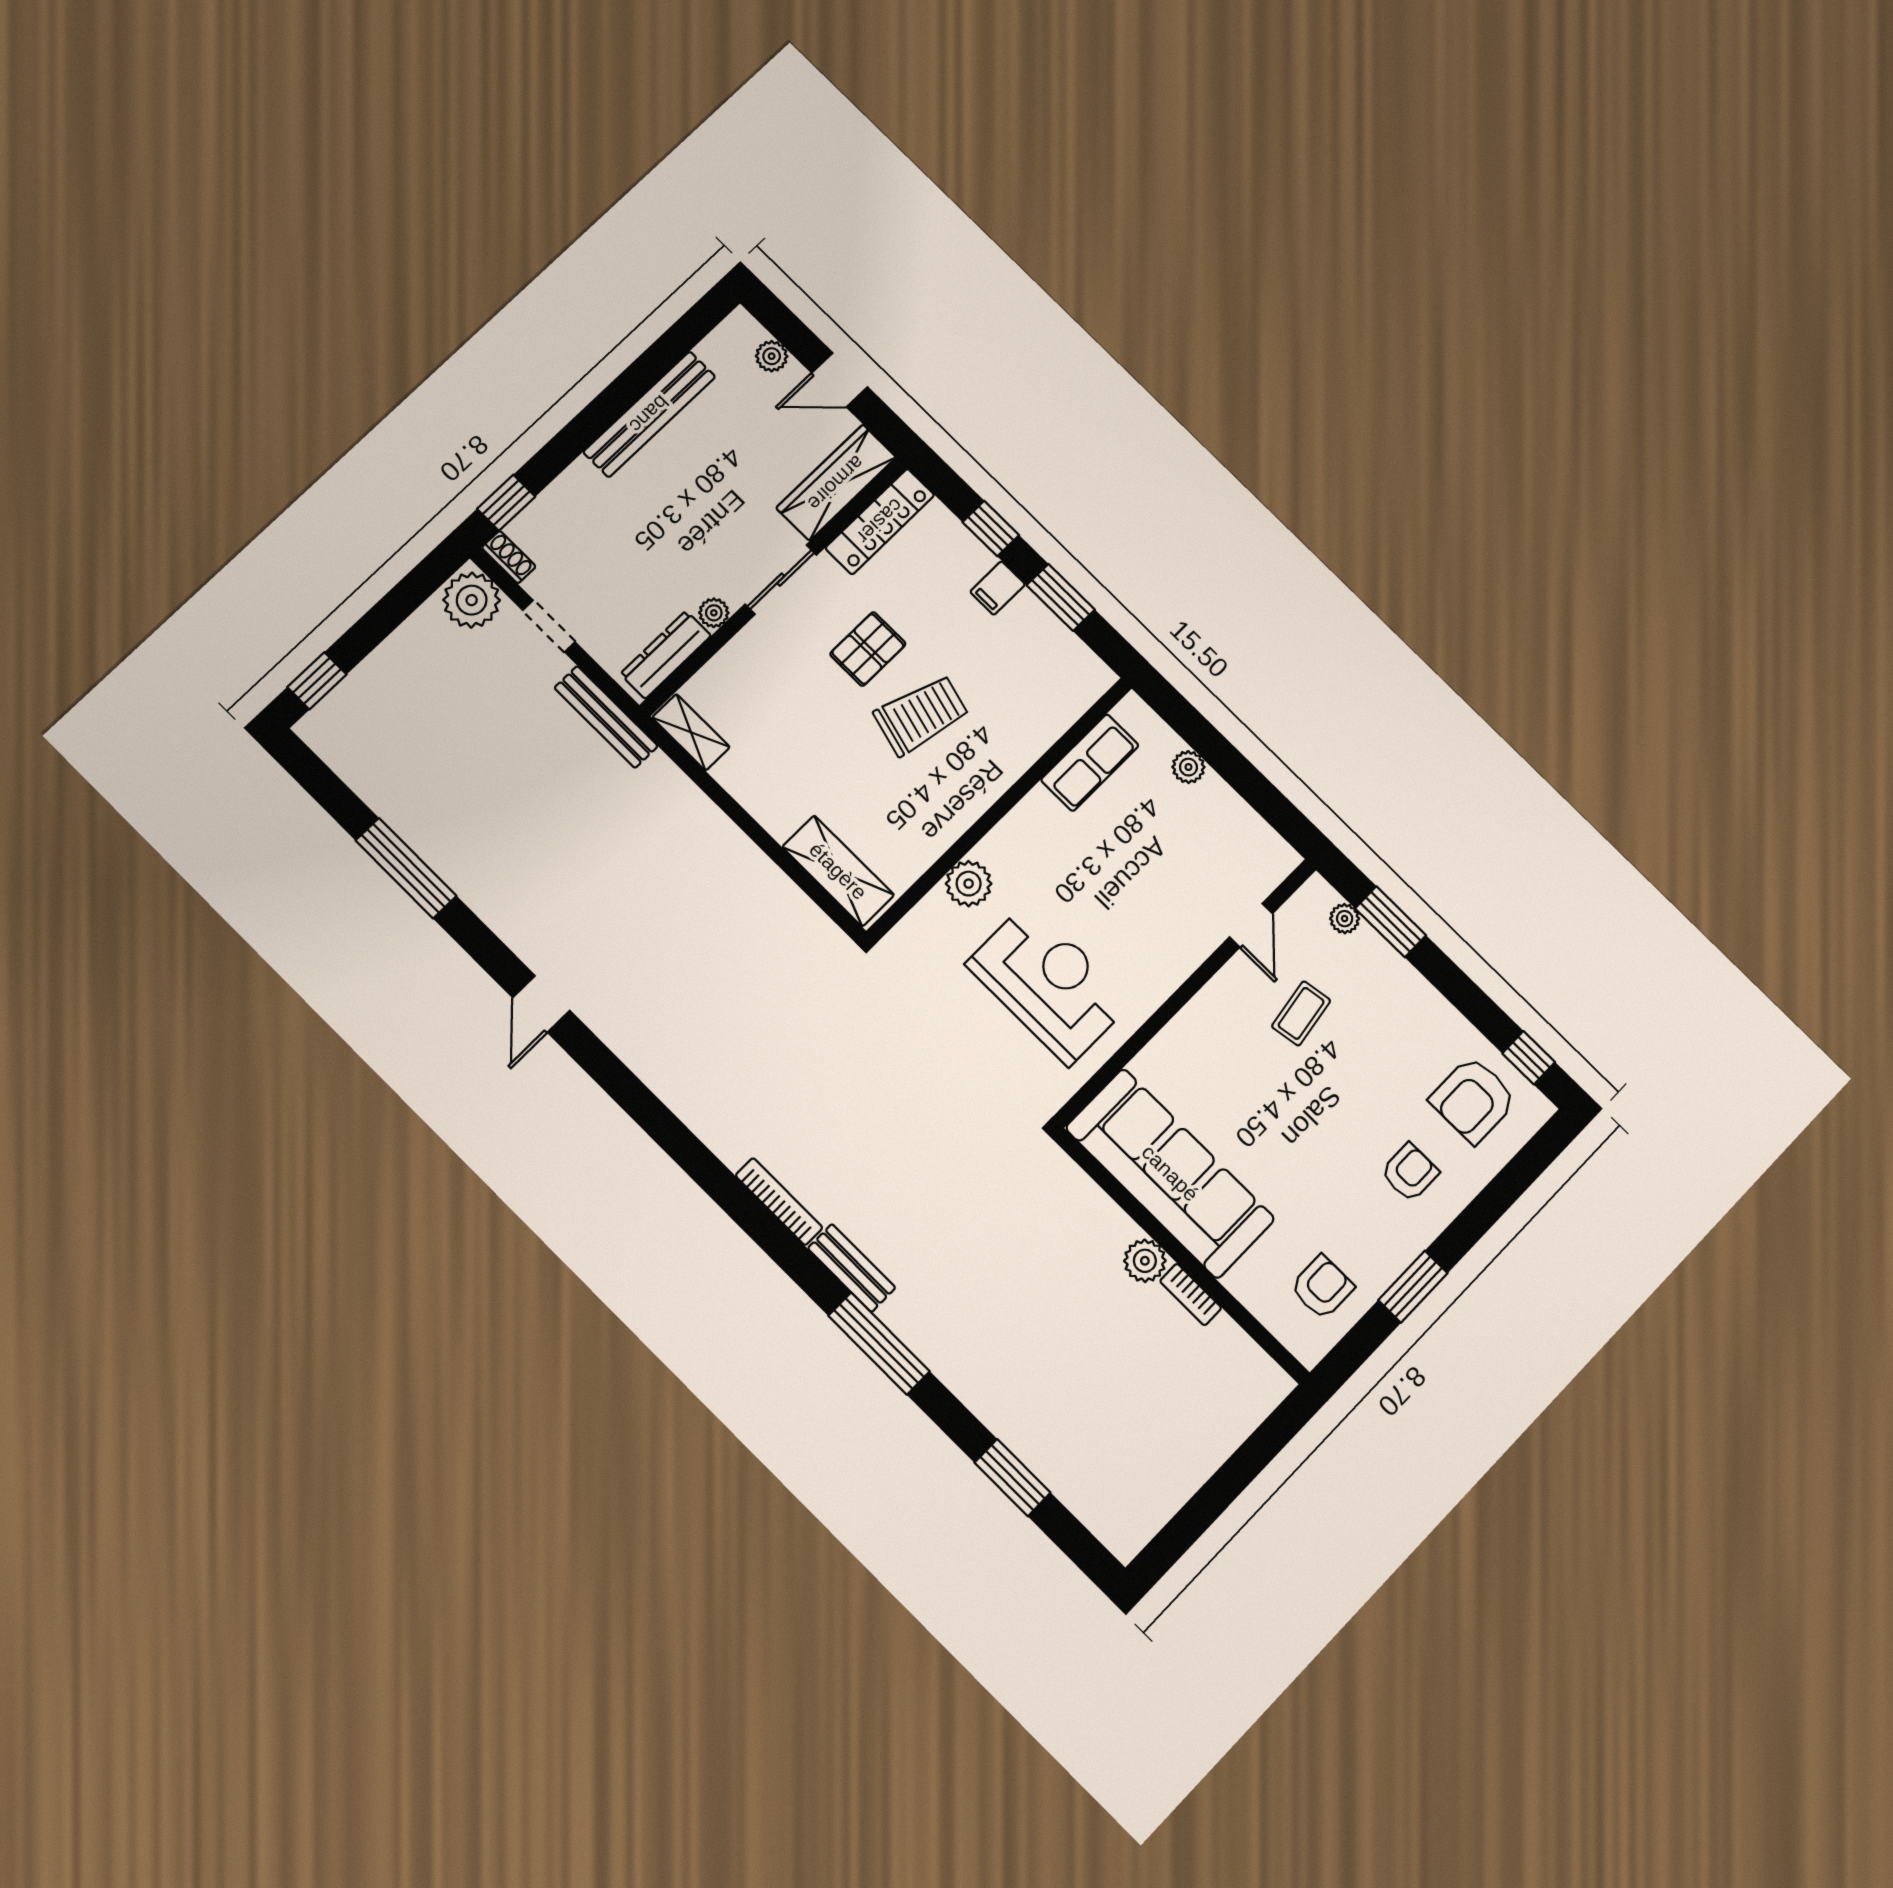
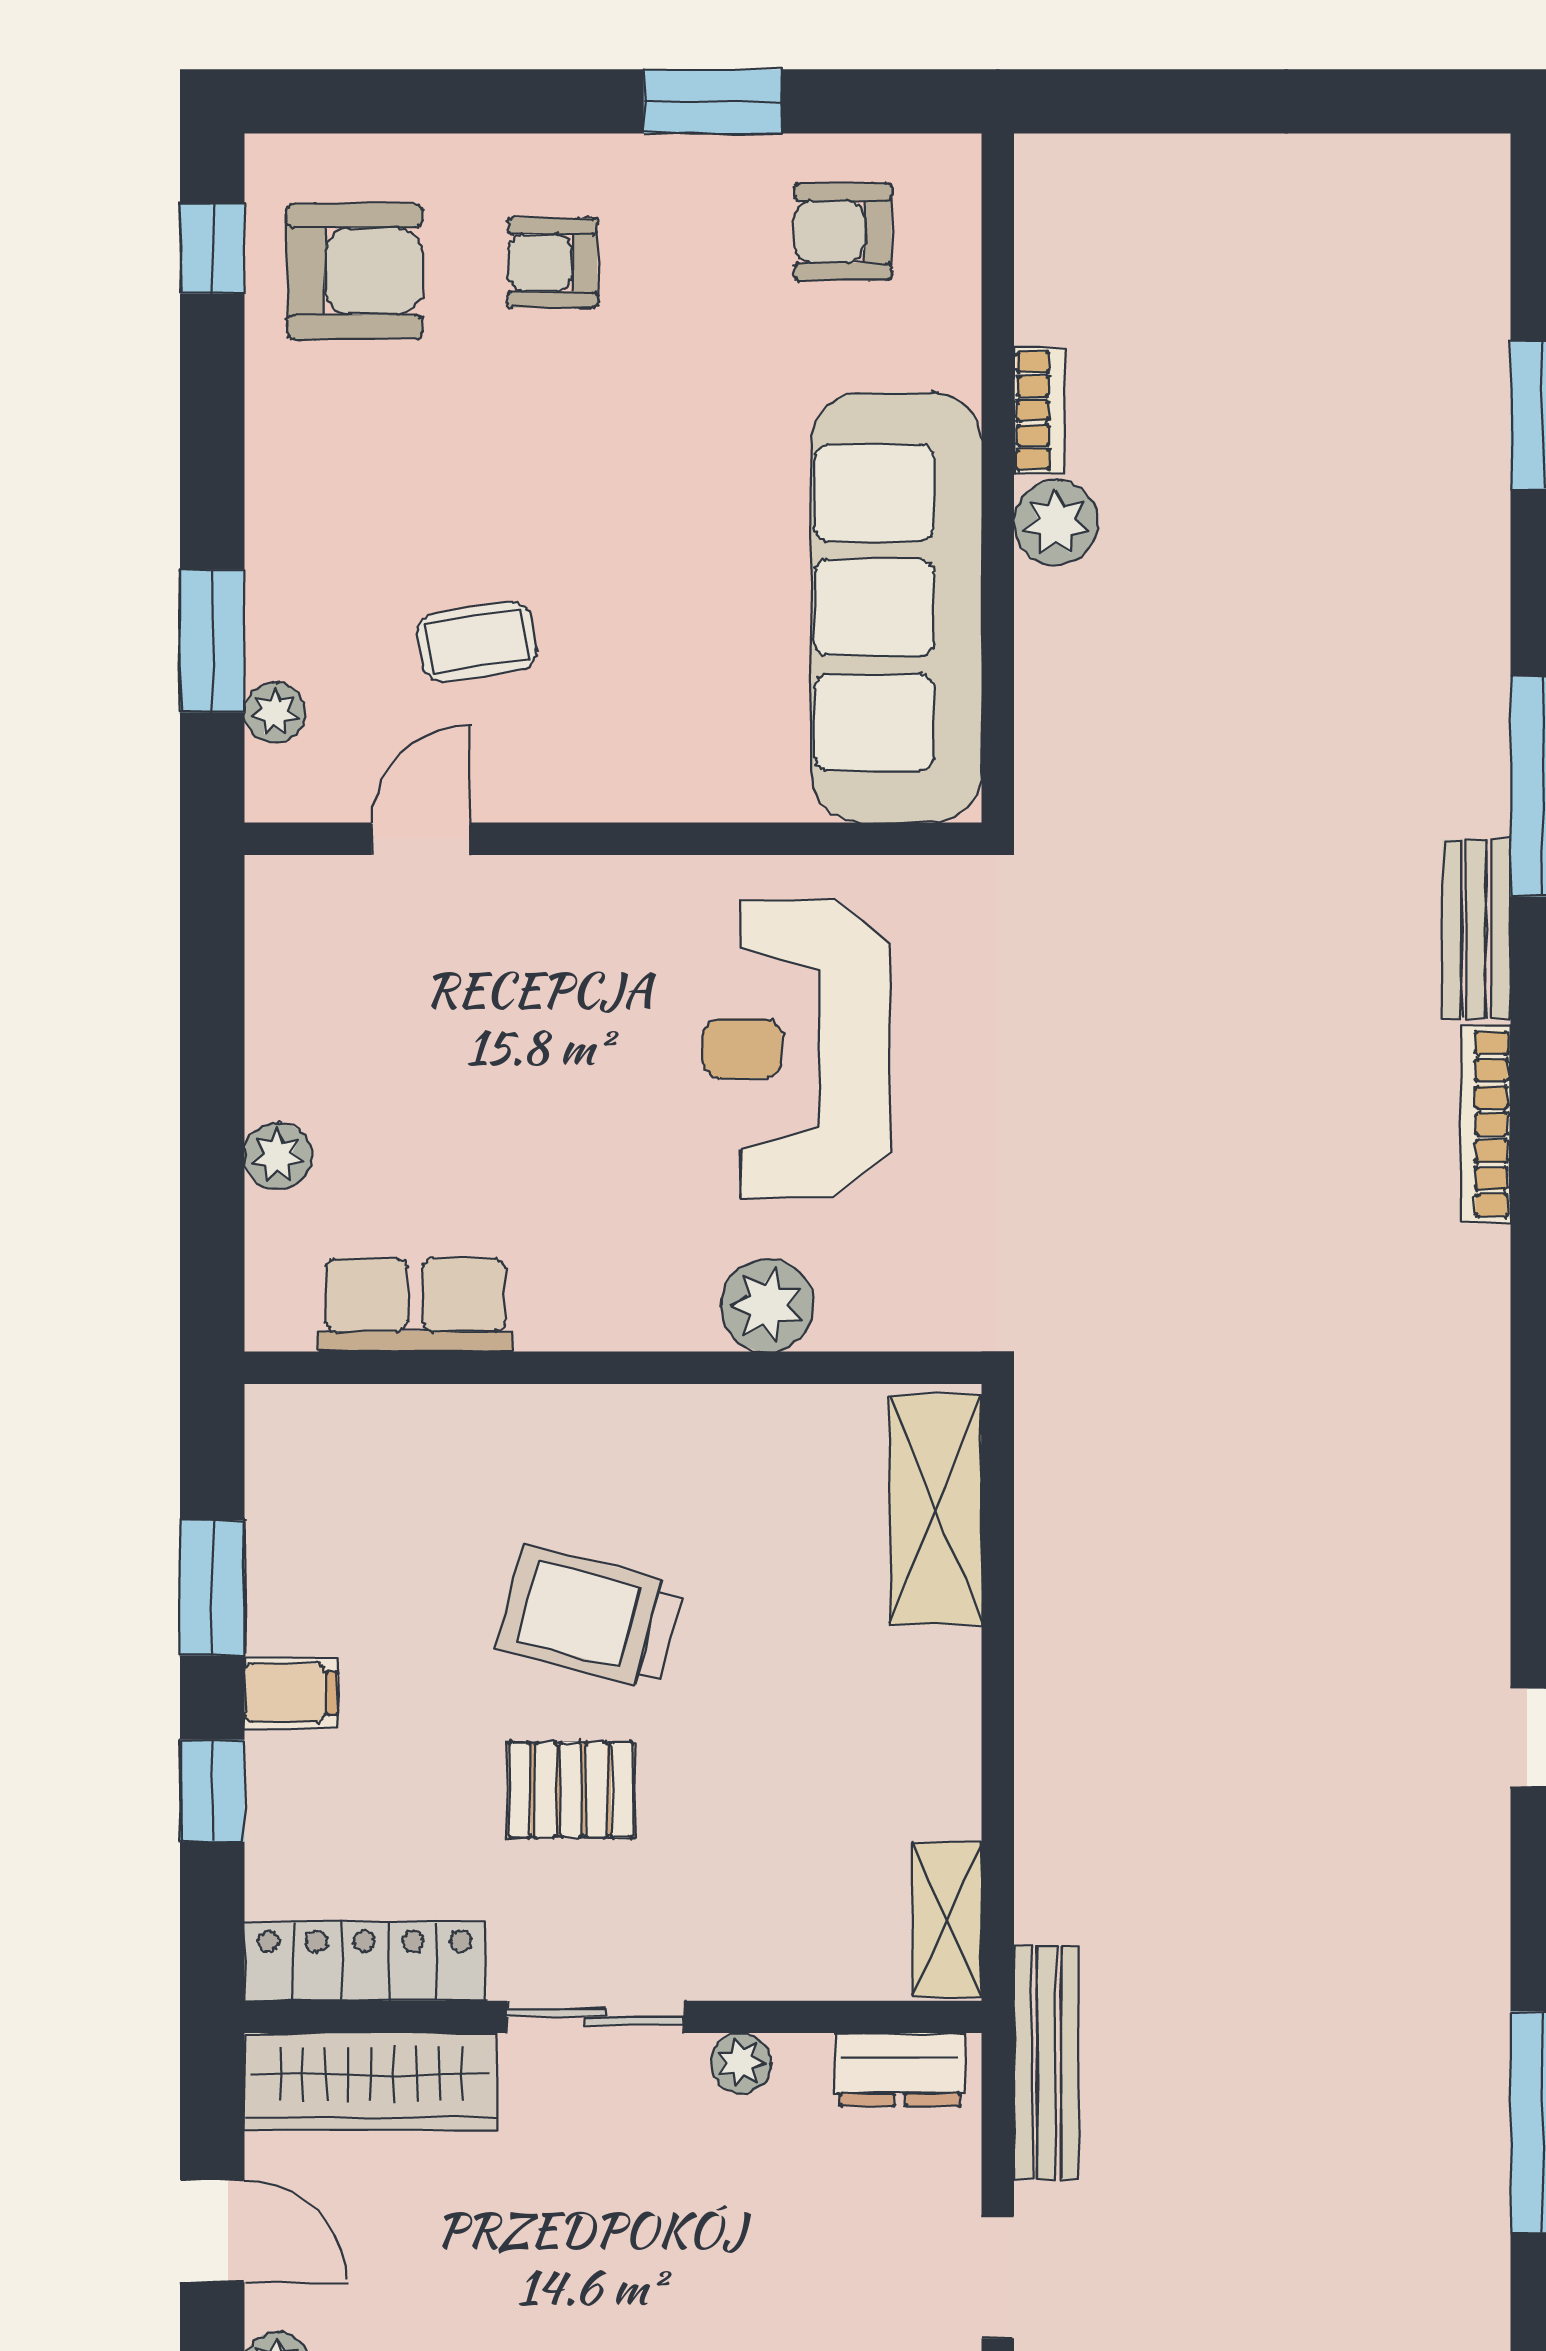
dresser: (666, 655) -> (900, 2070), width x0.70

